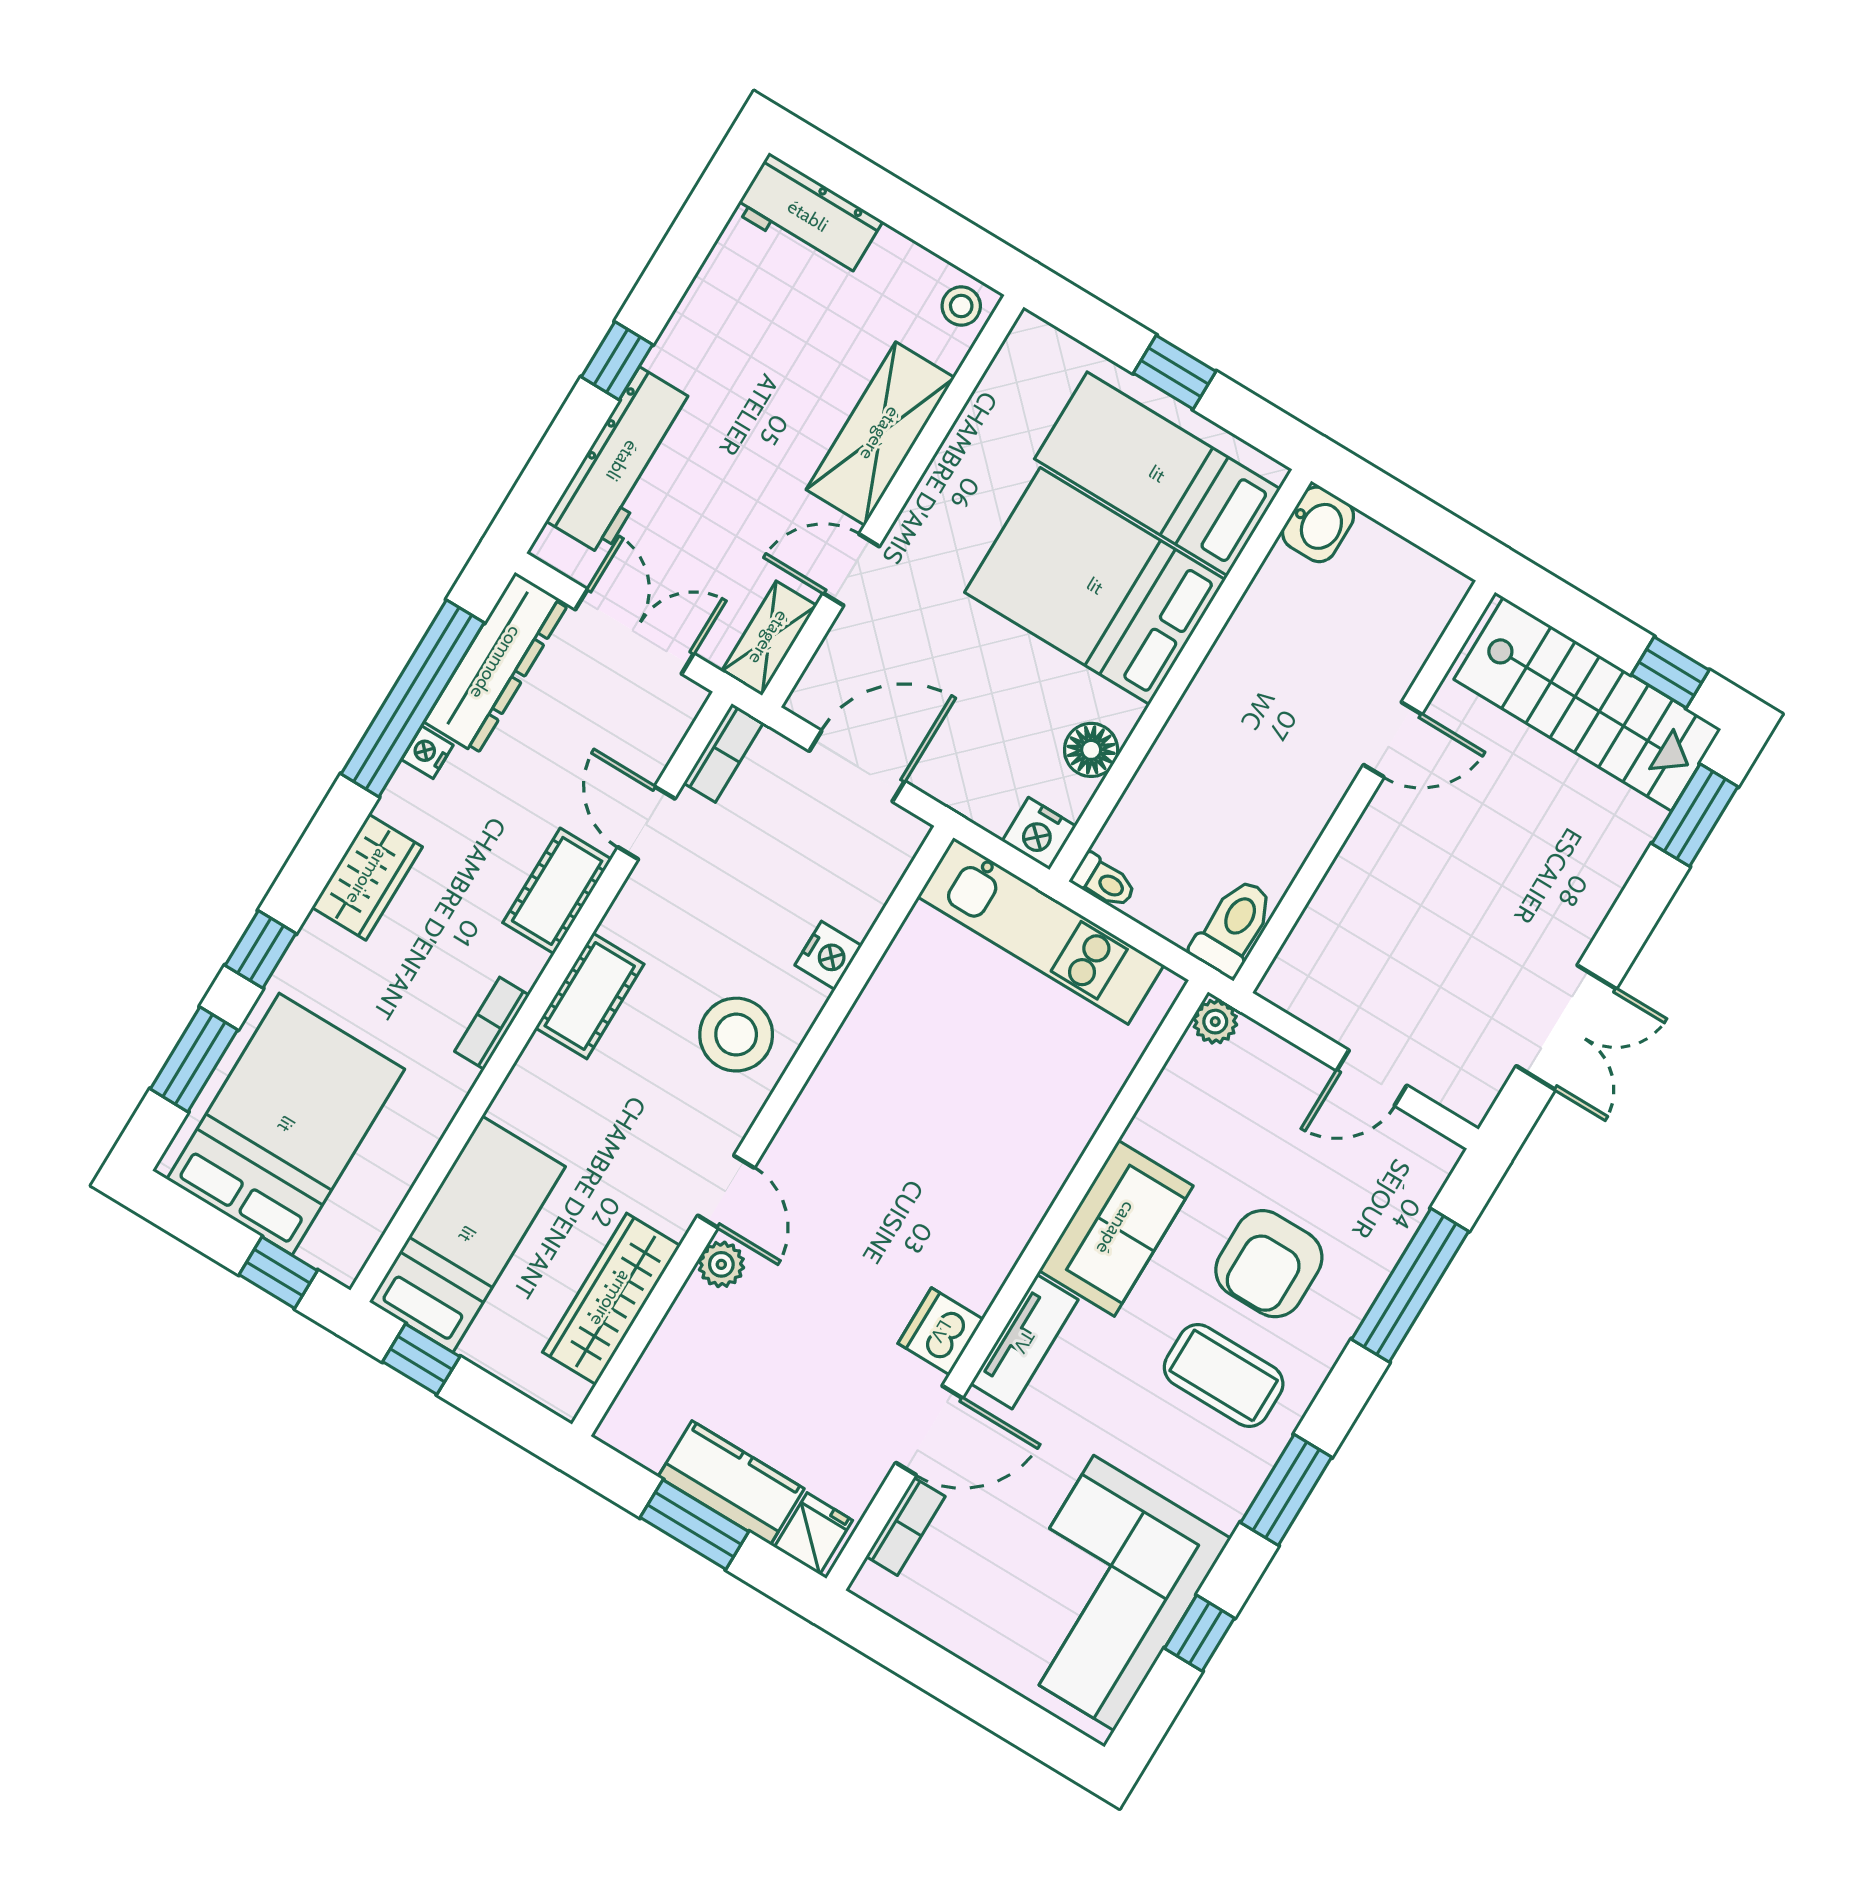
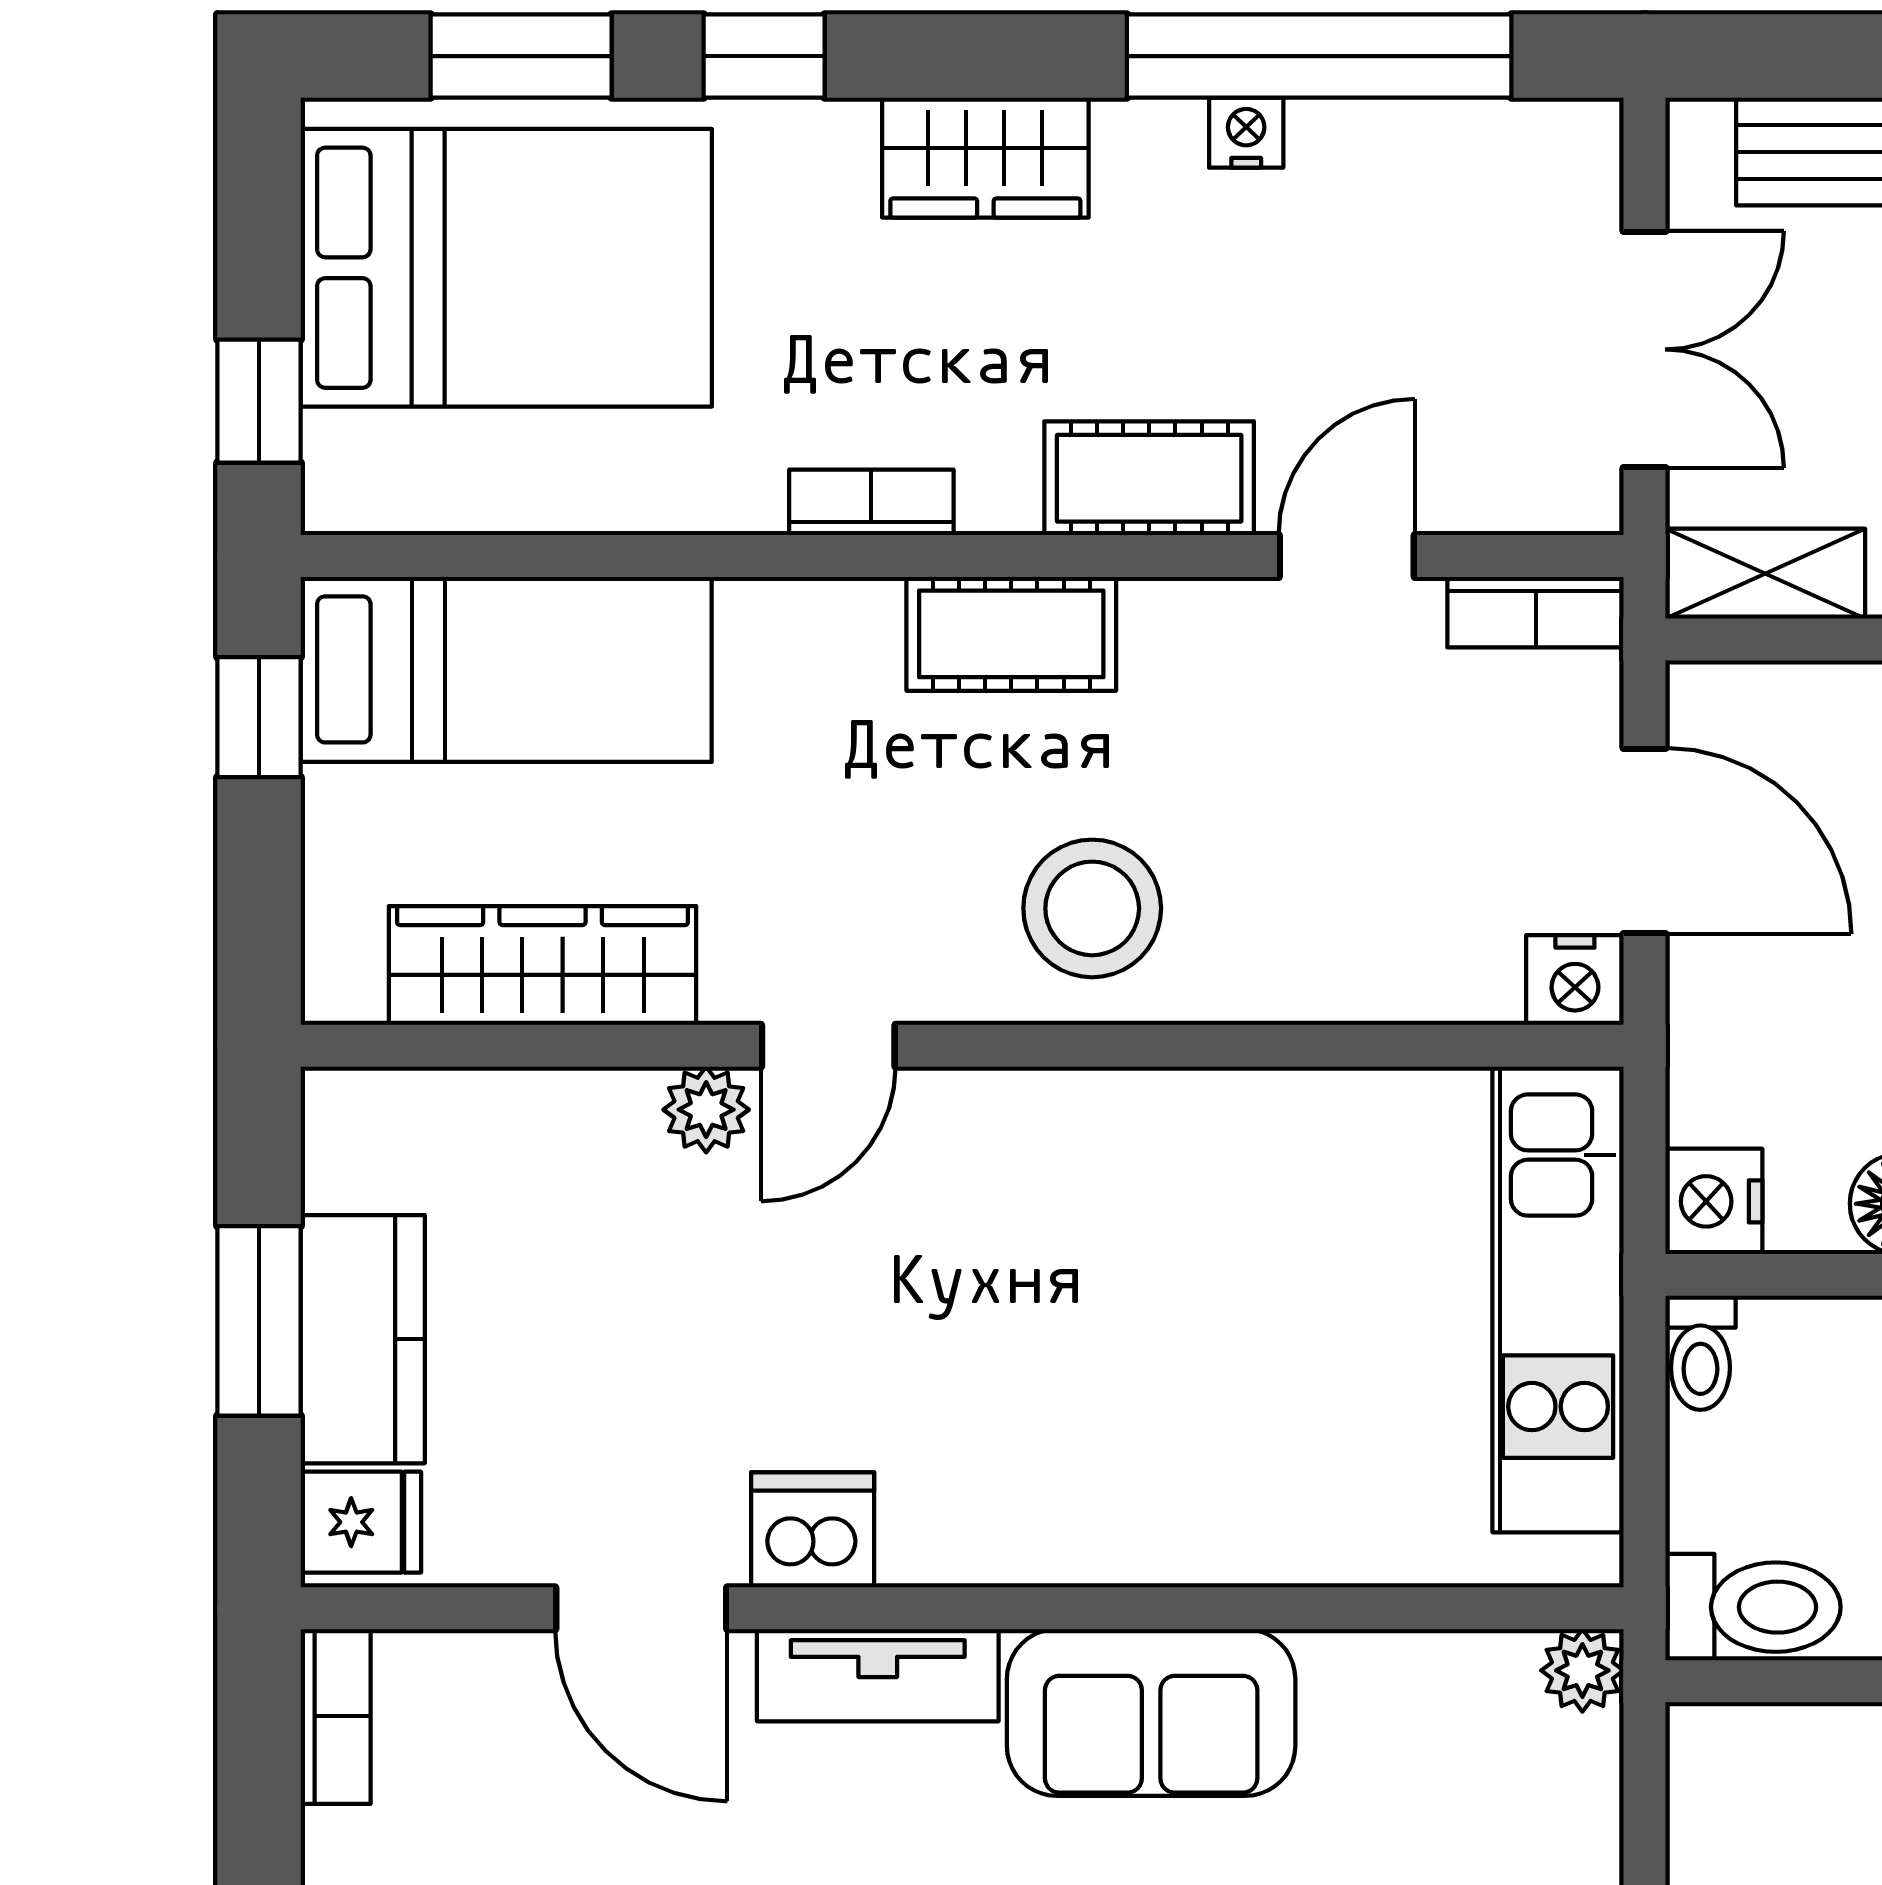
dresser: (496, 663) -> (1458, 157), removed
nightstand: (828, 955) -> (1575, 980), moved
bookcase: (906, 1526) -> (336, 1716), moved, turned -90

